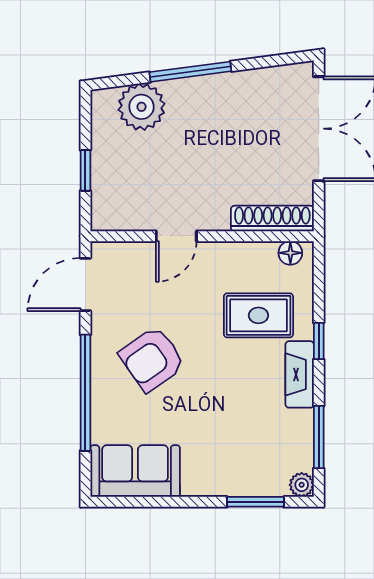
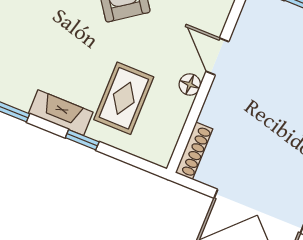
shoe rack: (272, 219) -> (194, 151), width x0.74, depth x0.81
floor lamp: (290, 253) -> (190, 85), moved

